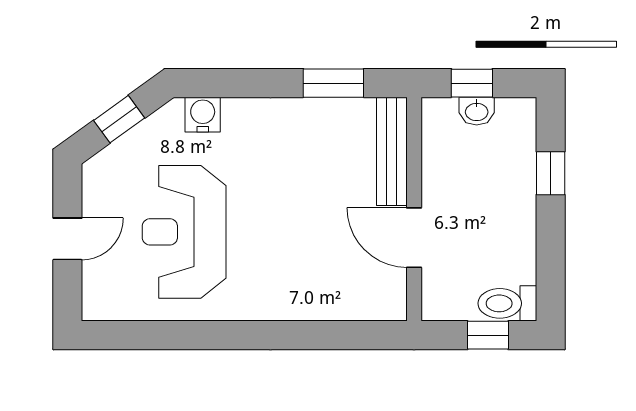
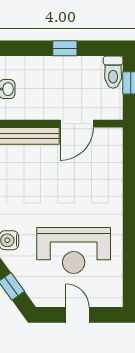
window: (551, 173) -> (65, 48), moved

